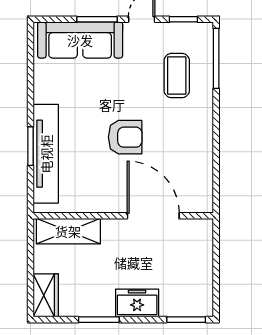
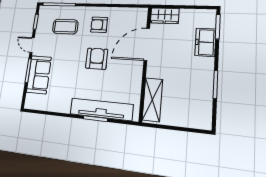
sofa: (80, 40) -> (39, 75), width x0.73
armchair: (182, 135) -> (99, 25), added
wardrobe: (46, 295) -> (165, 16), moved, turned 180
freezer: (137, 303) -> (205, 42), moved

